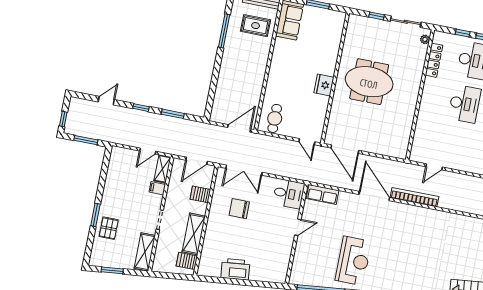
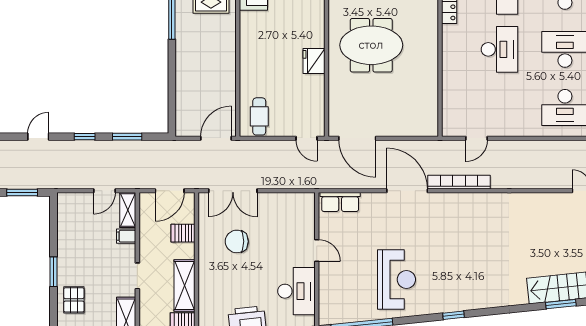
desk: (289, 194) -> (296, 291), moved, width x1.37
window: (95, 215) -> (53, 272), moved
door: (298, 227) -> (317, 250), hinge flipped

